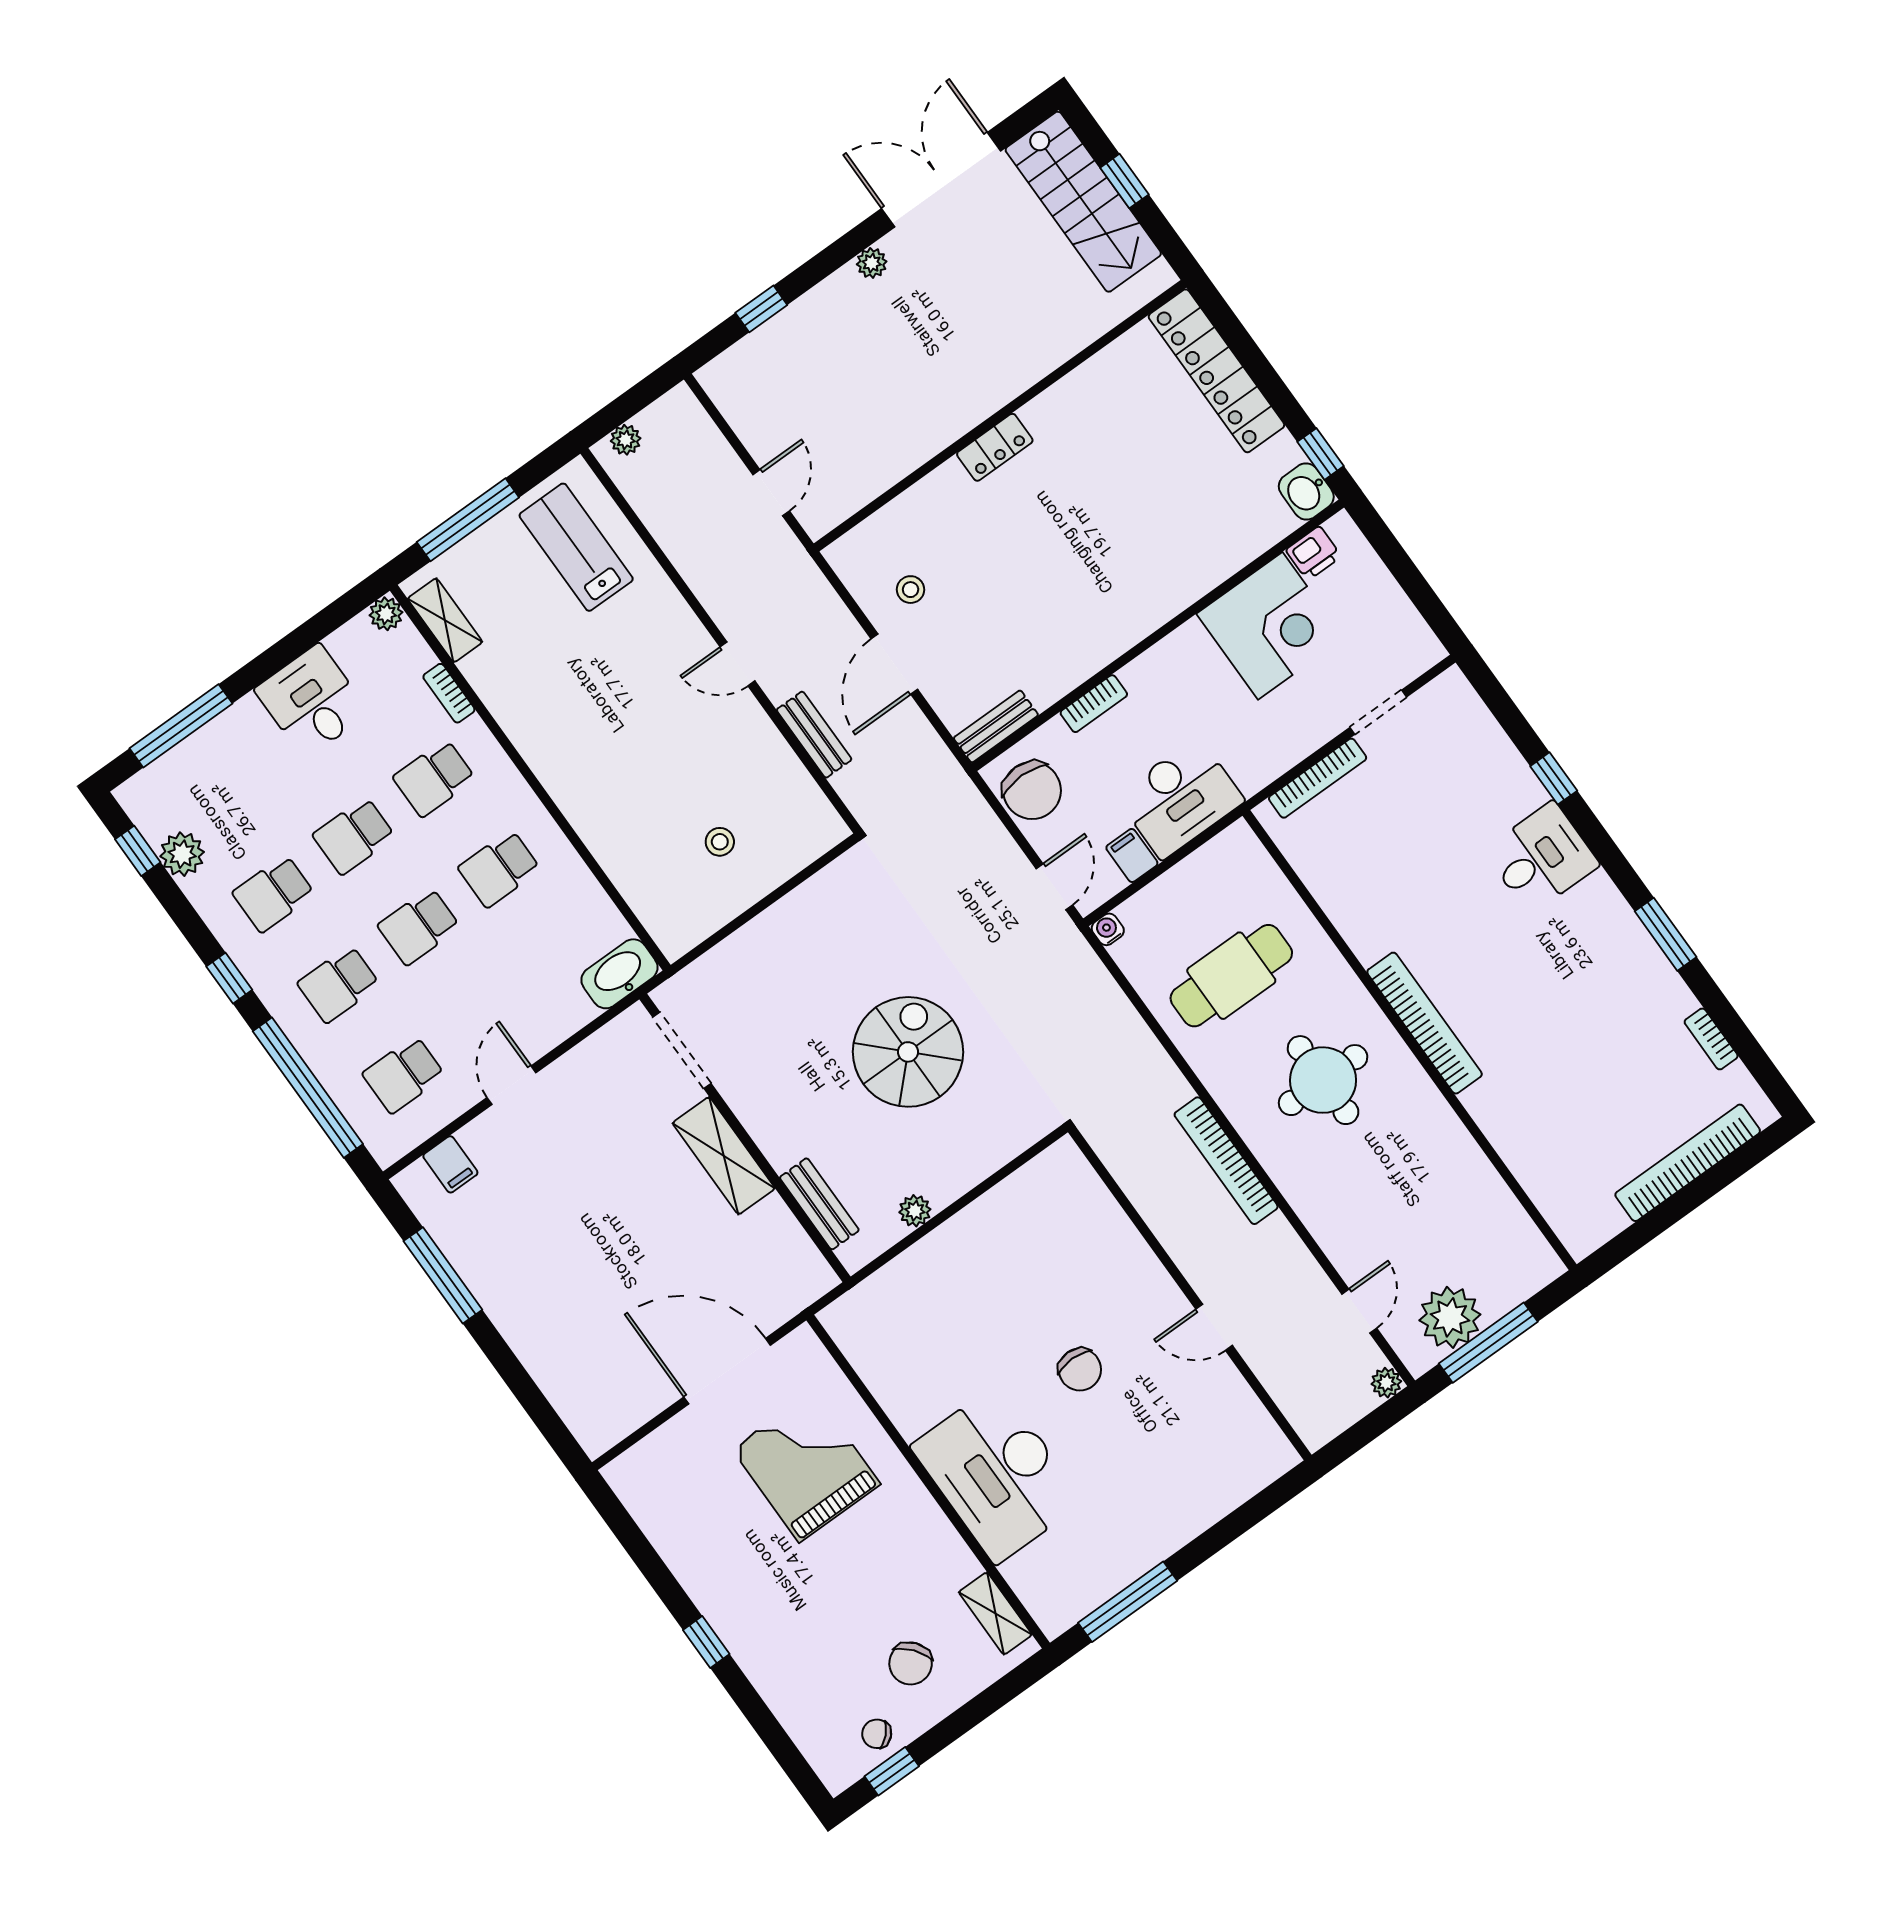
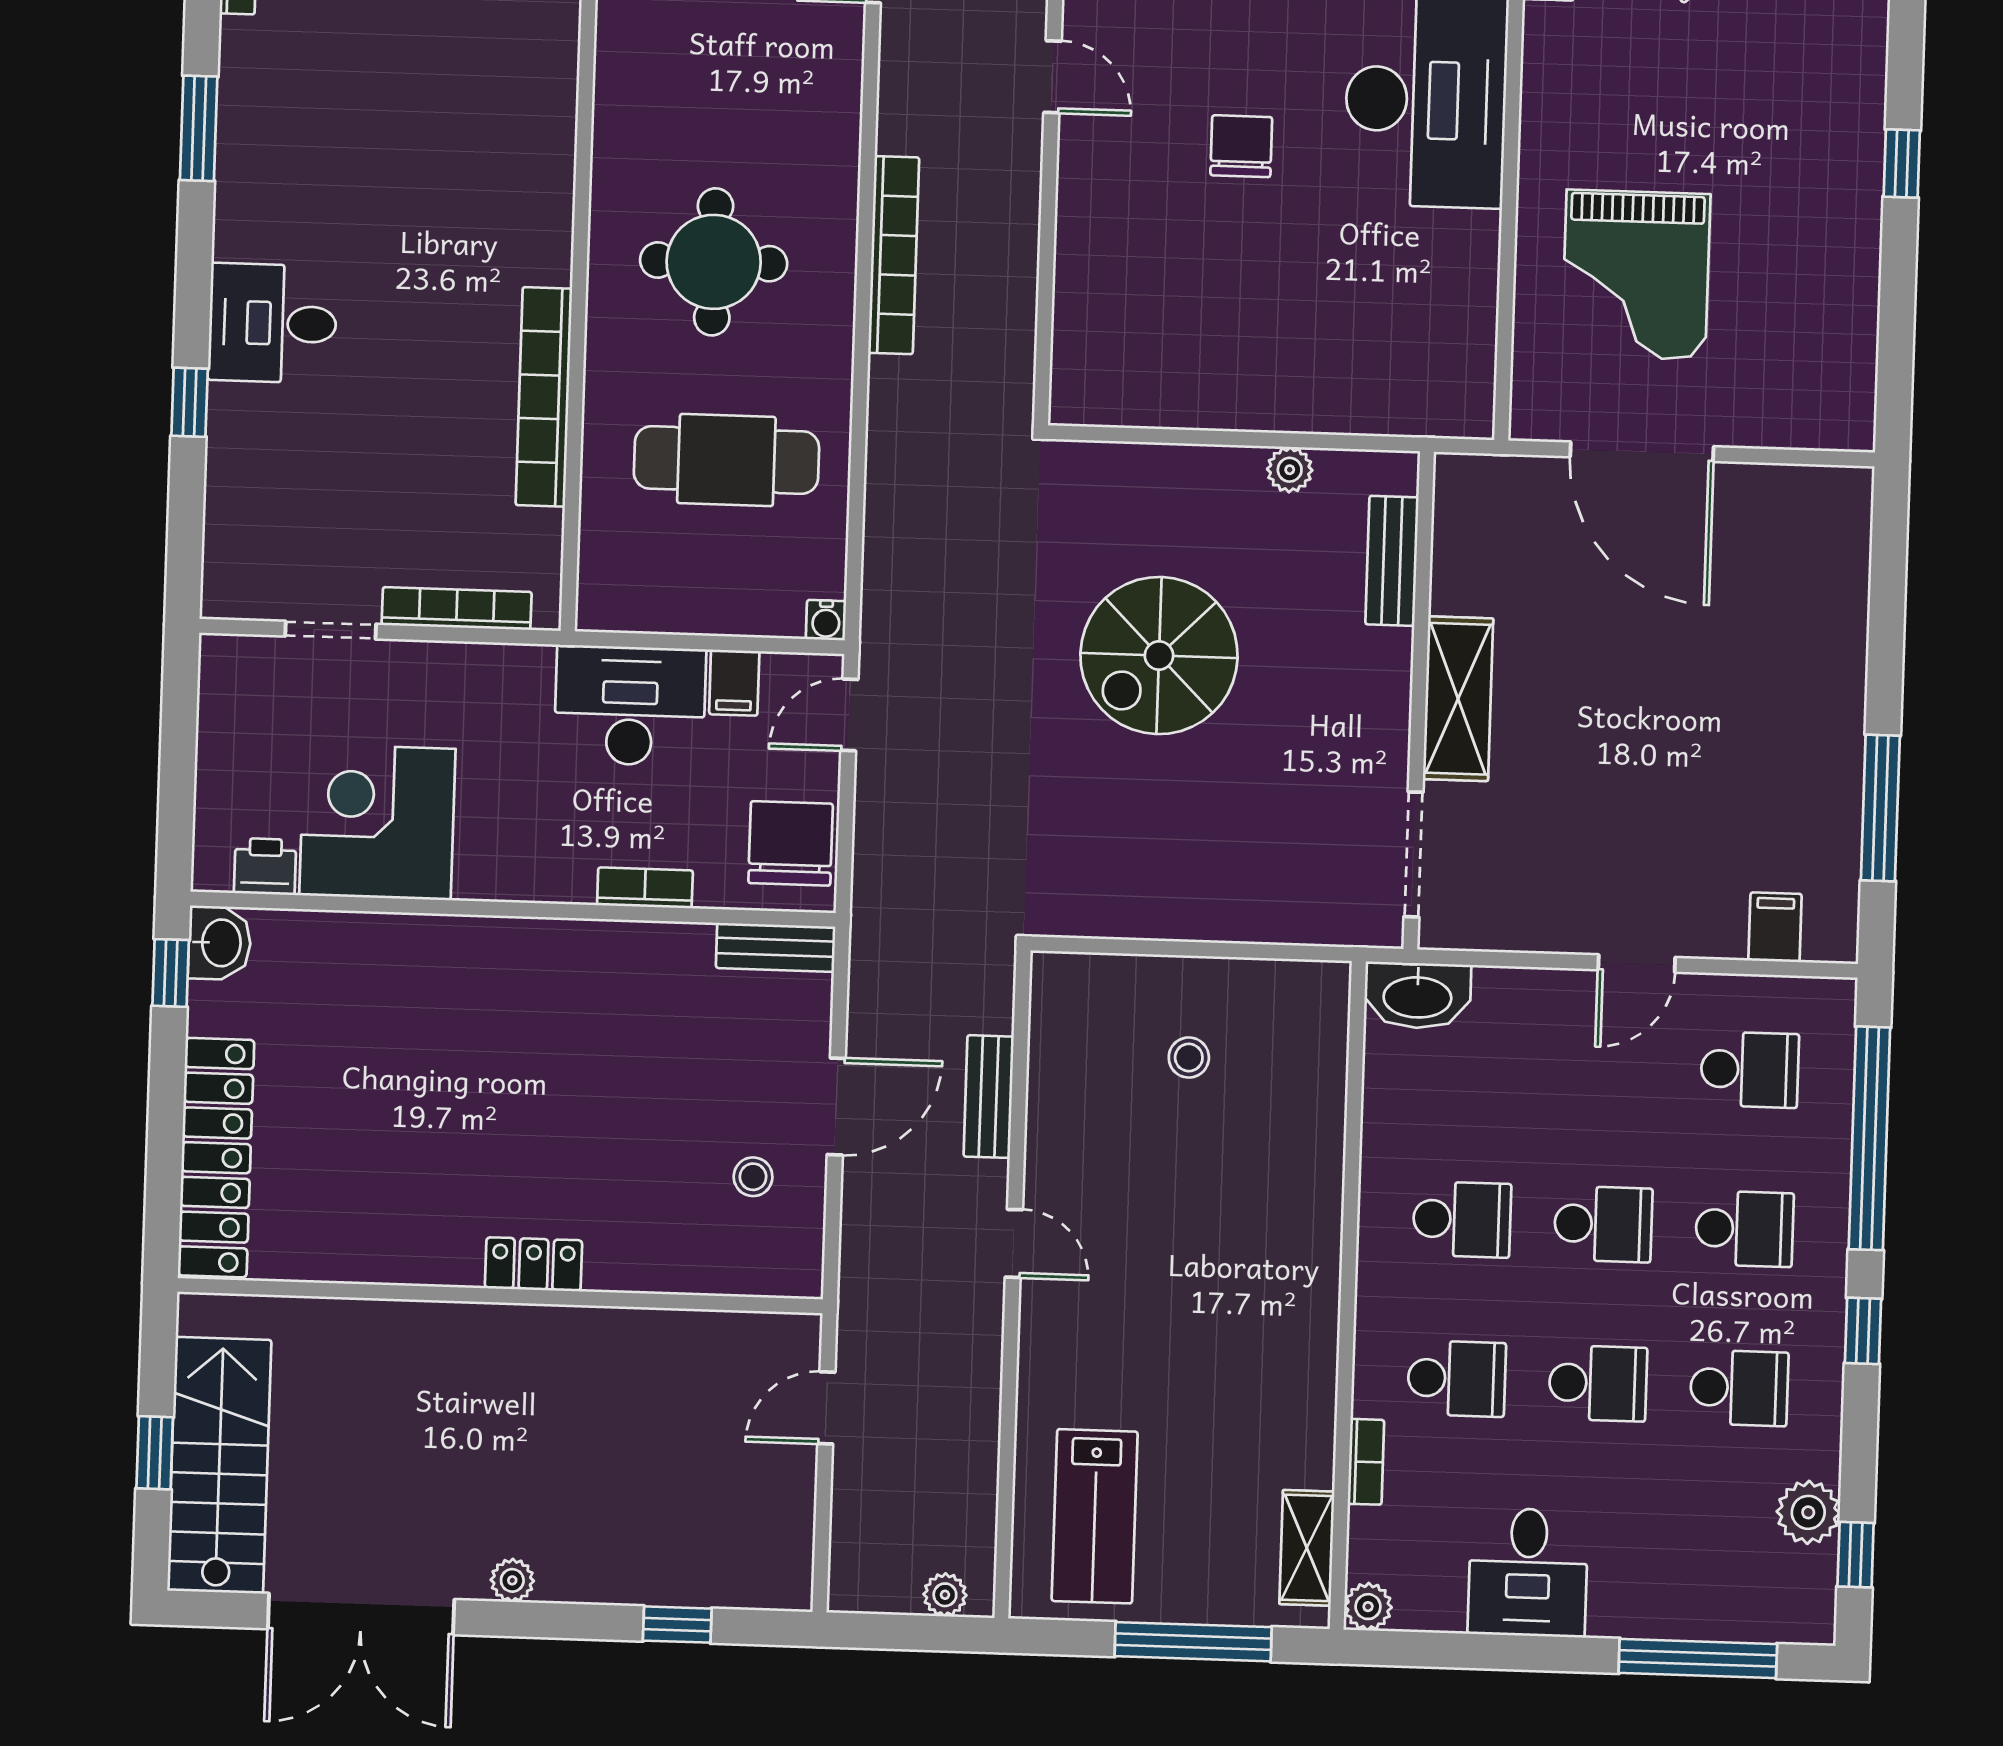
bookcase: (1425, 1023) -> (544, 397), moved

